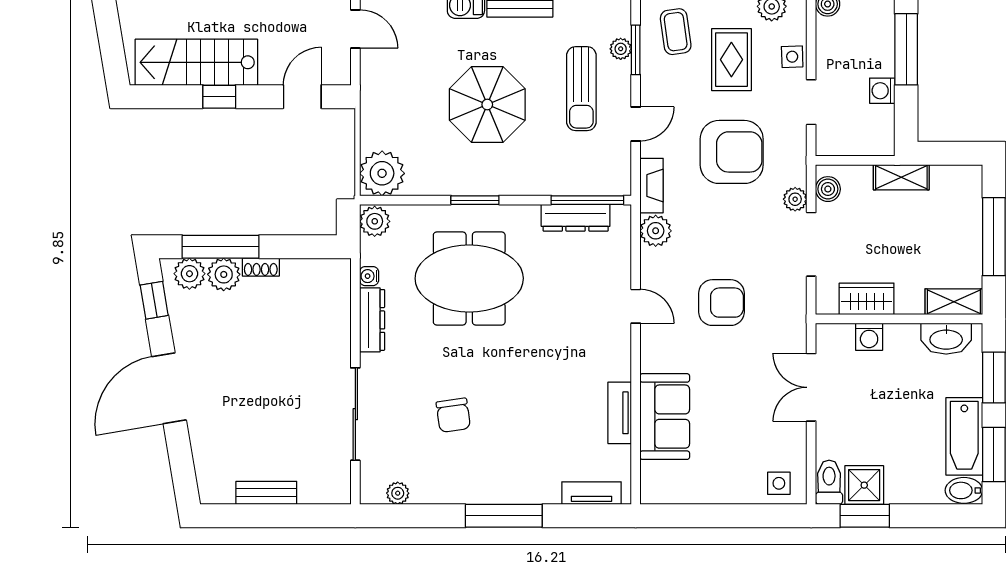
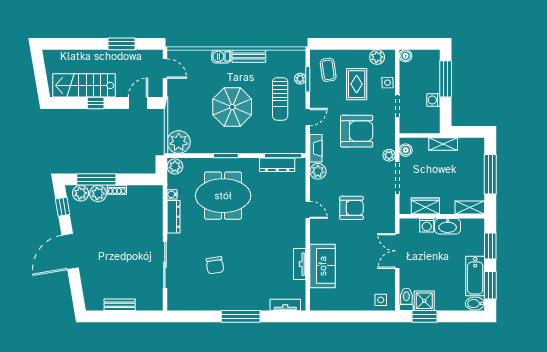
washbasin: (946, 339) -> (448, 226), moved
plant: (398, 493) -> (187, 305), removed

